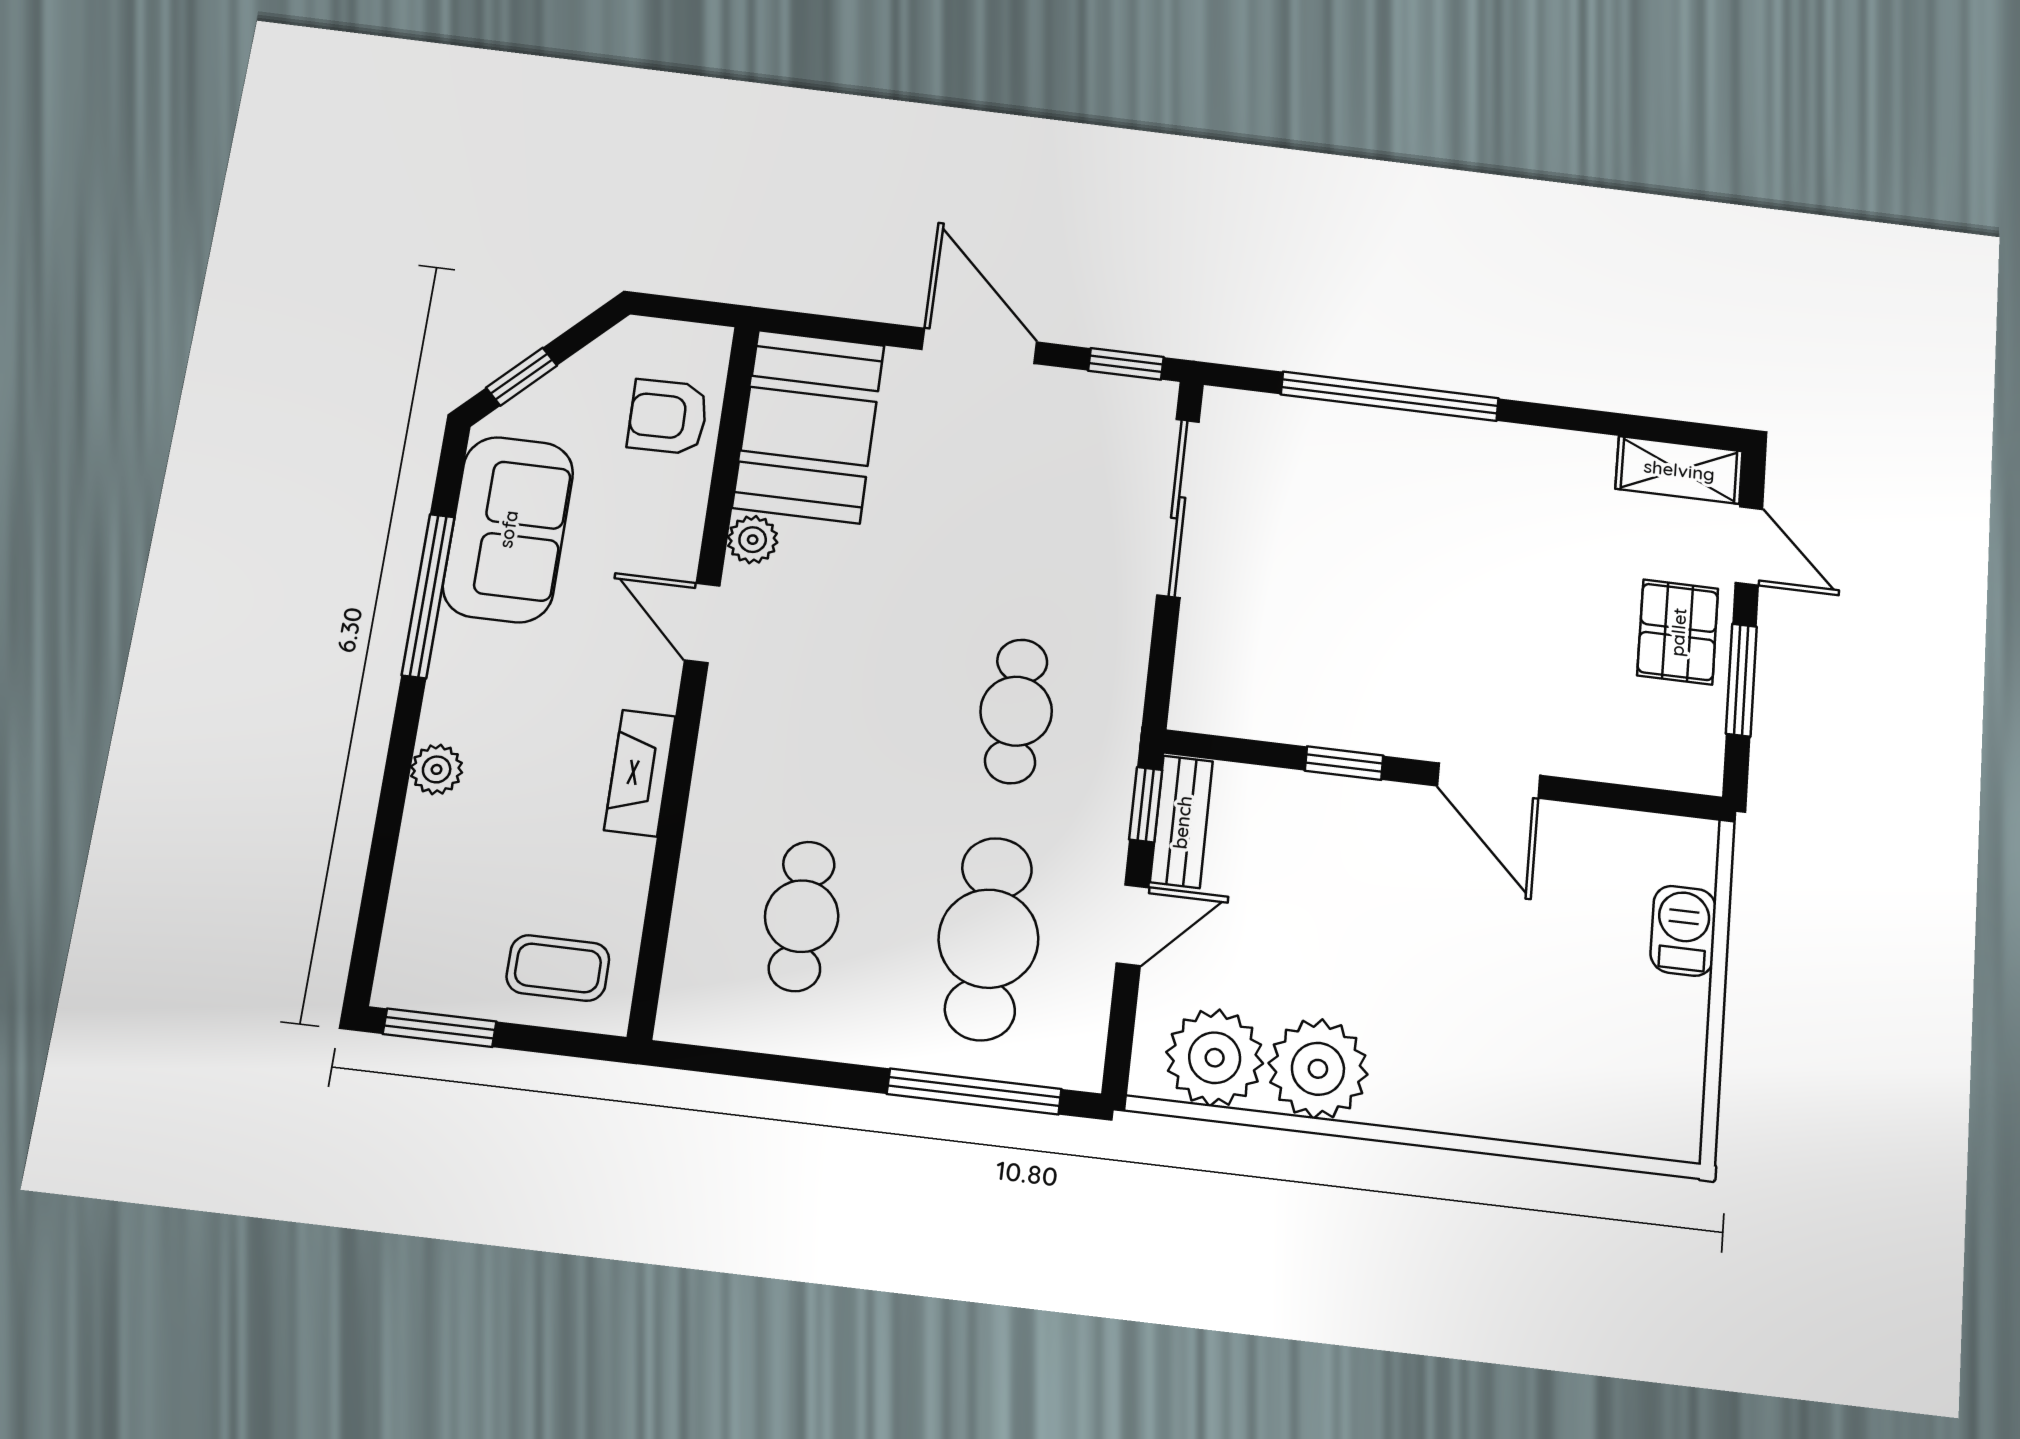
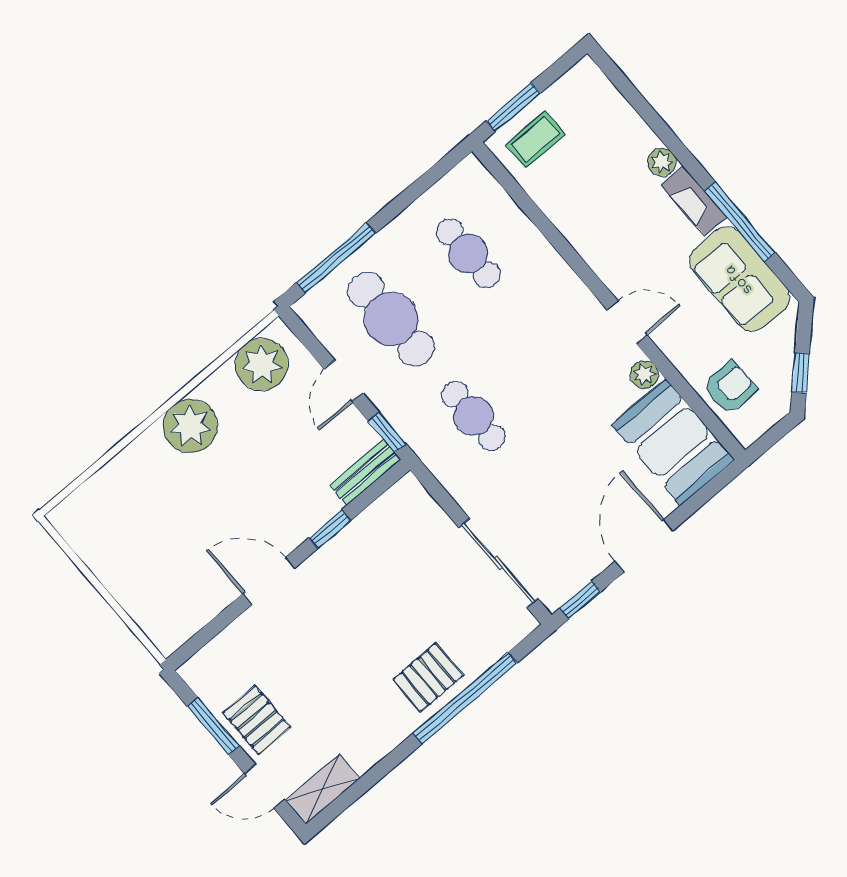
door: (979, 346) -> (644, 546), swing flipped
window: (522, 377) -> (801, 373), moved
pallet: (1409, 465) -> (428, 677), added
fireplace: (640, 773) -> (694, 201), moved, turned 180
bench: (1182, 822) -> (365, 472), moved, turned 90
barbecue: (1683, 931) -> (138, 600), removed
window: (440, 1028) -> (513, 107), moved
plant: (1318, 1069) -> (190, 426), moved

